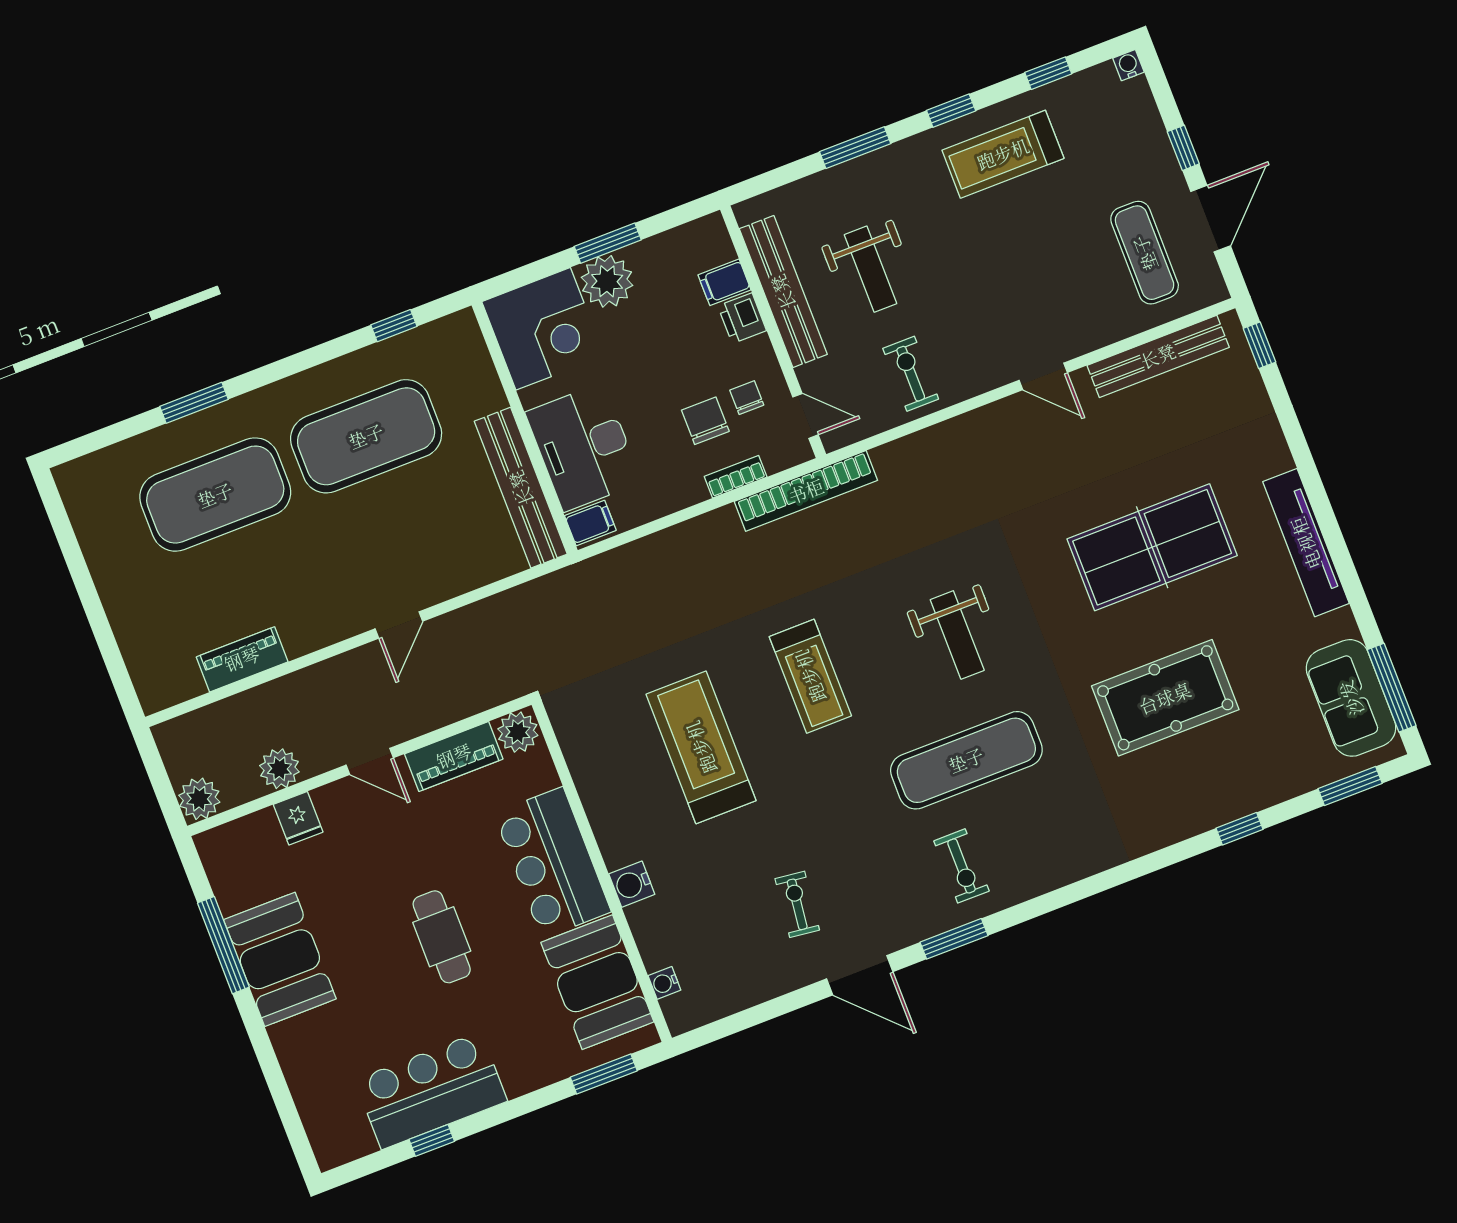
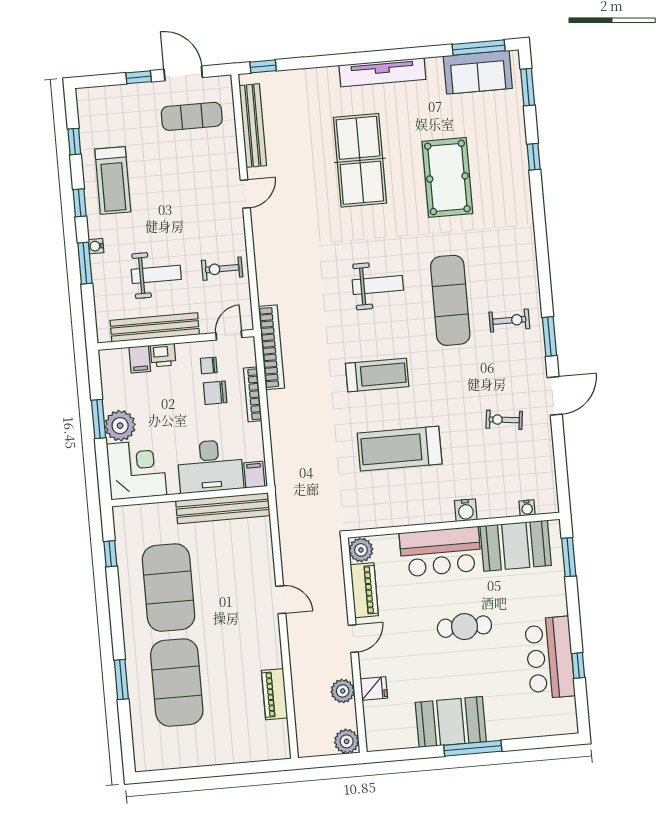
water cooler: (1128, 65) -> (96, 246), moved
bookcase: (736, 477) -> (253, 394), width x1.56
window: (223, 945) -> (473, 748), moved

